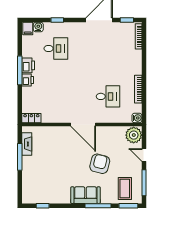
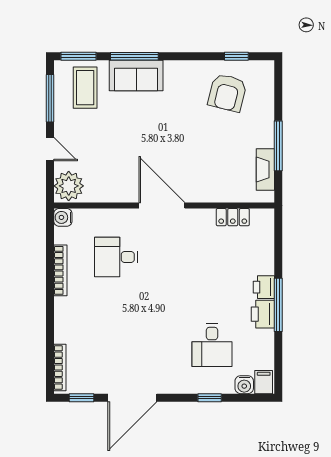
desk: (56, 49) -> (212, 345), turned -90
locker: (31, 118) -> (233, 217), moved
armchair: (100, 164) -> (227, 93), moved
sofa: (85, 195) -> (136, 76), moved

